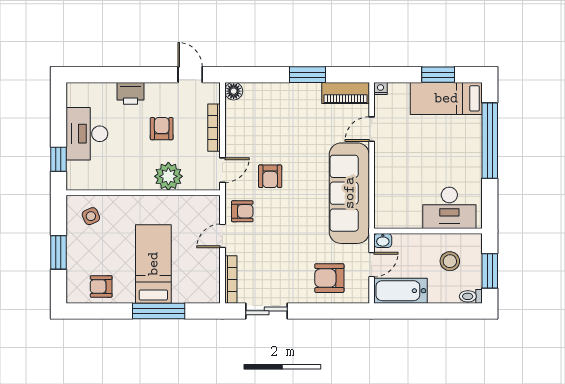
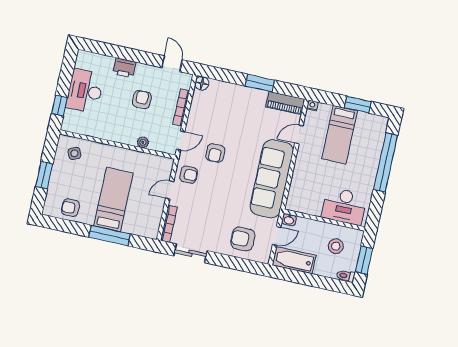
bed: (446, 98) -> (340, 135), moved, turned -90
plant: (168, 176) -> (143, 142), width x0.53, depth x0.53

